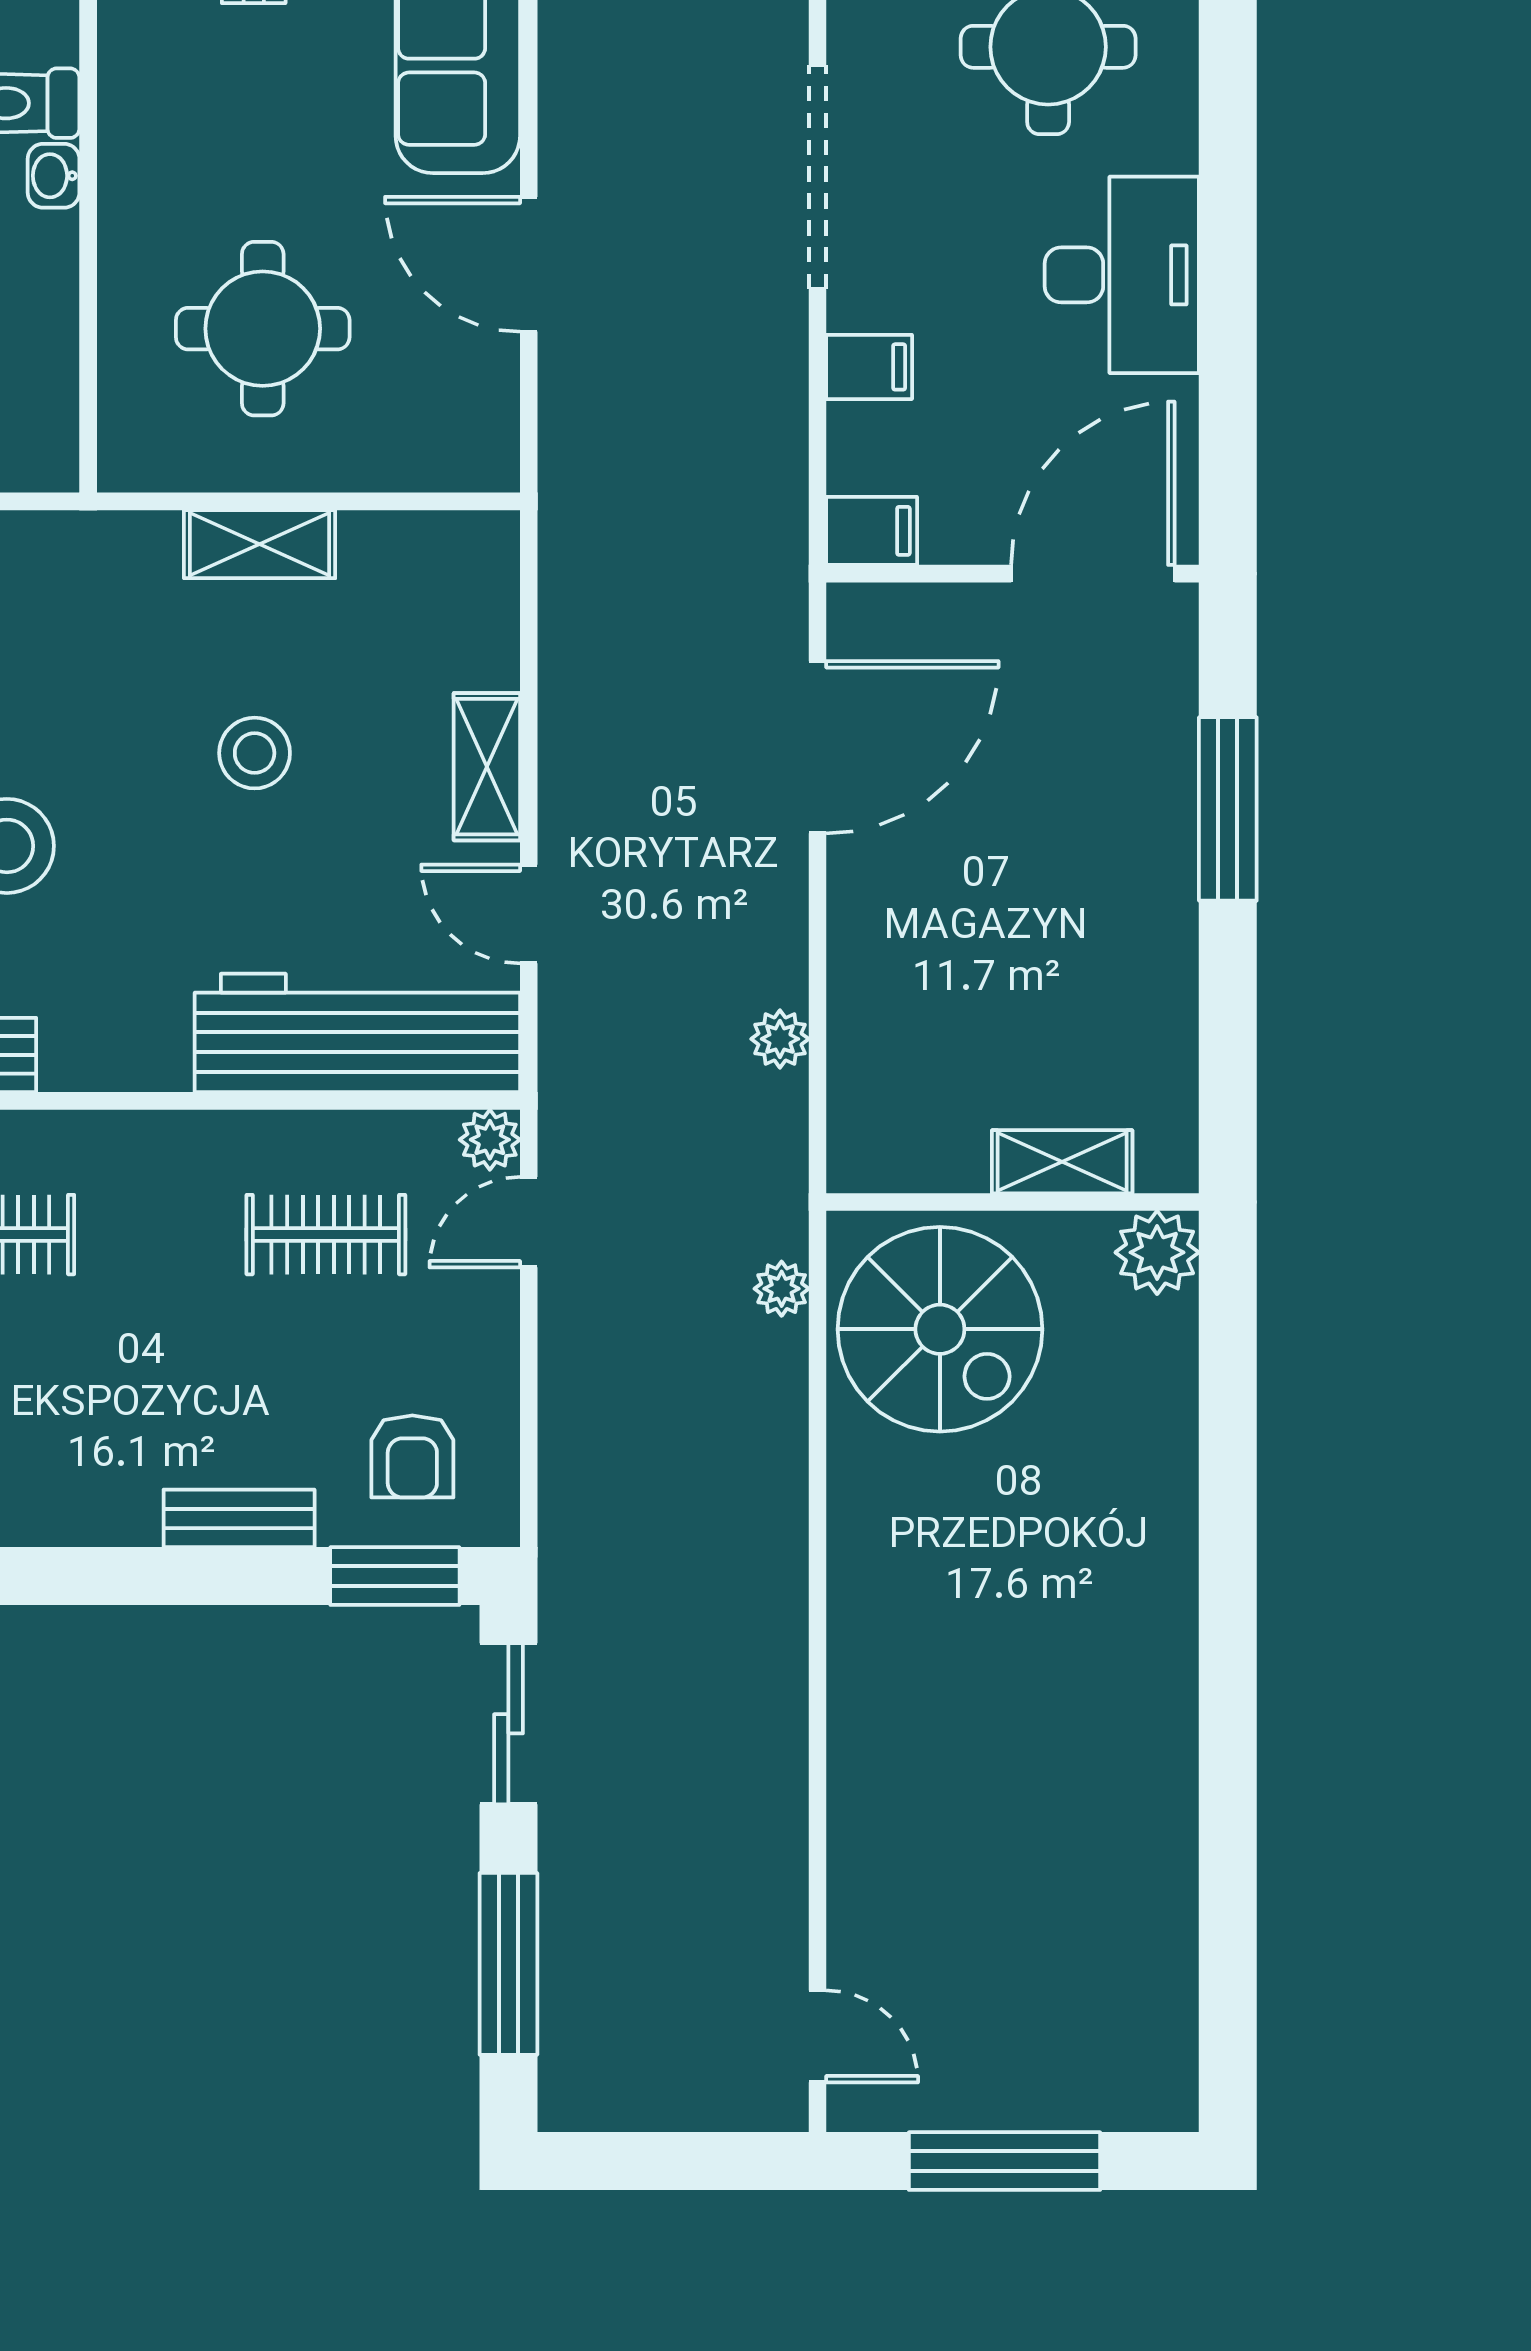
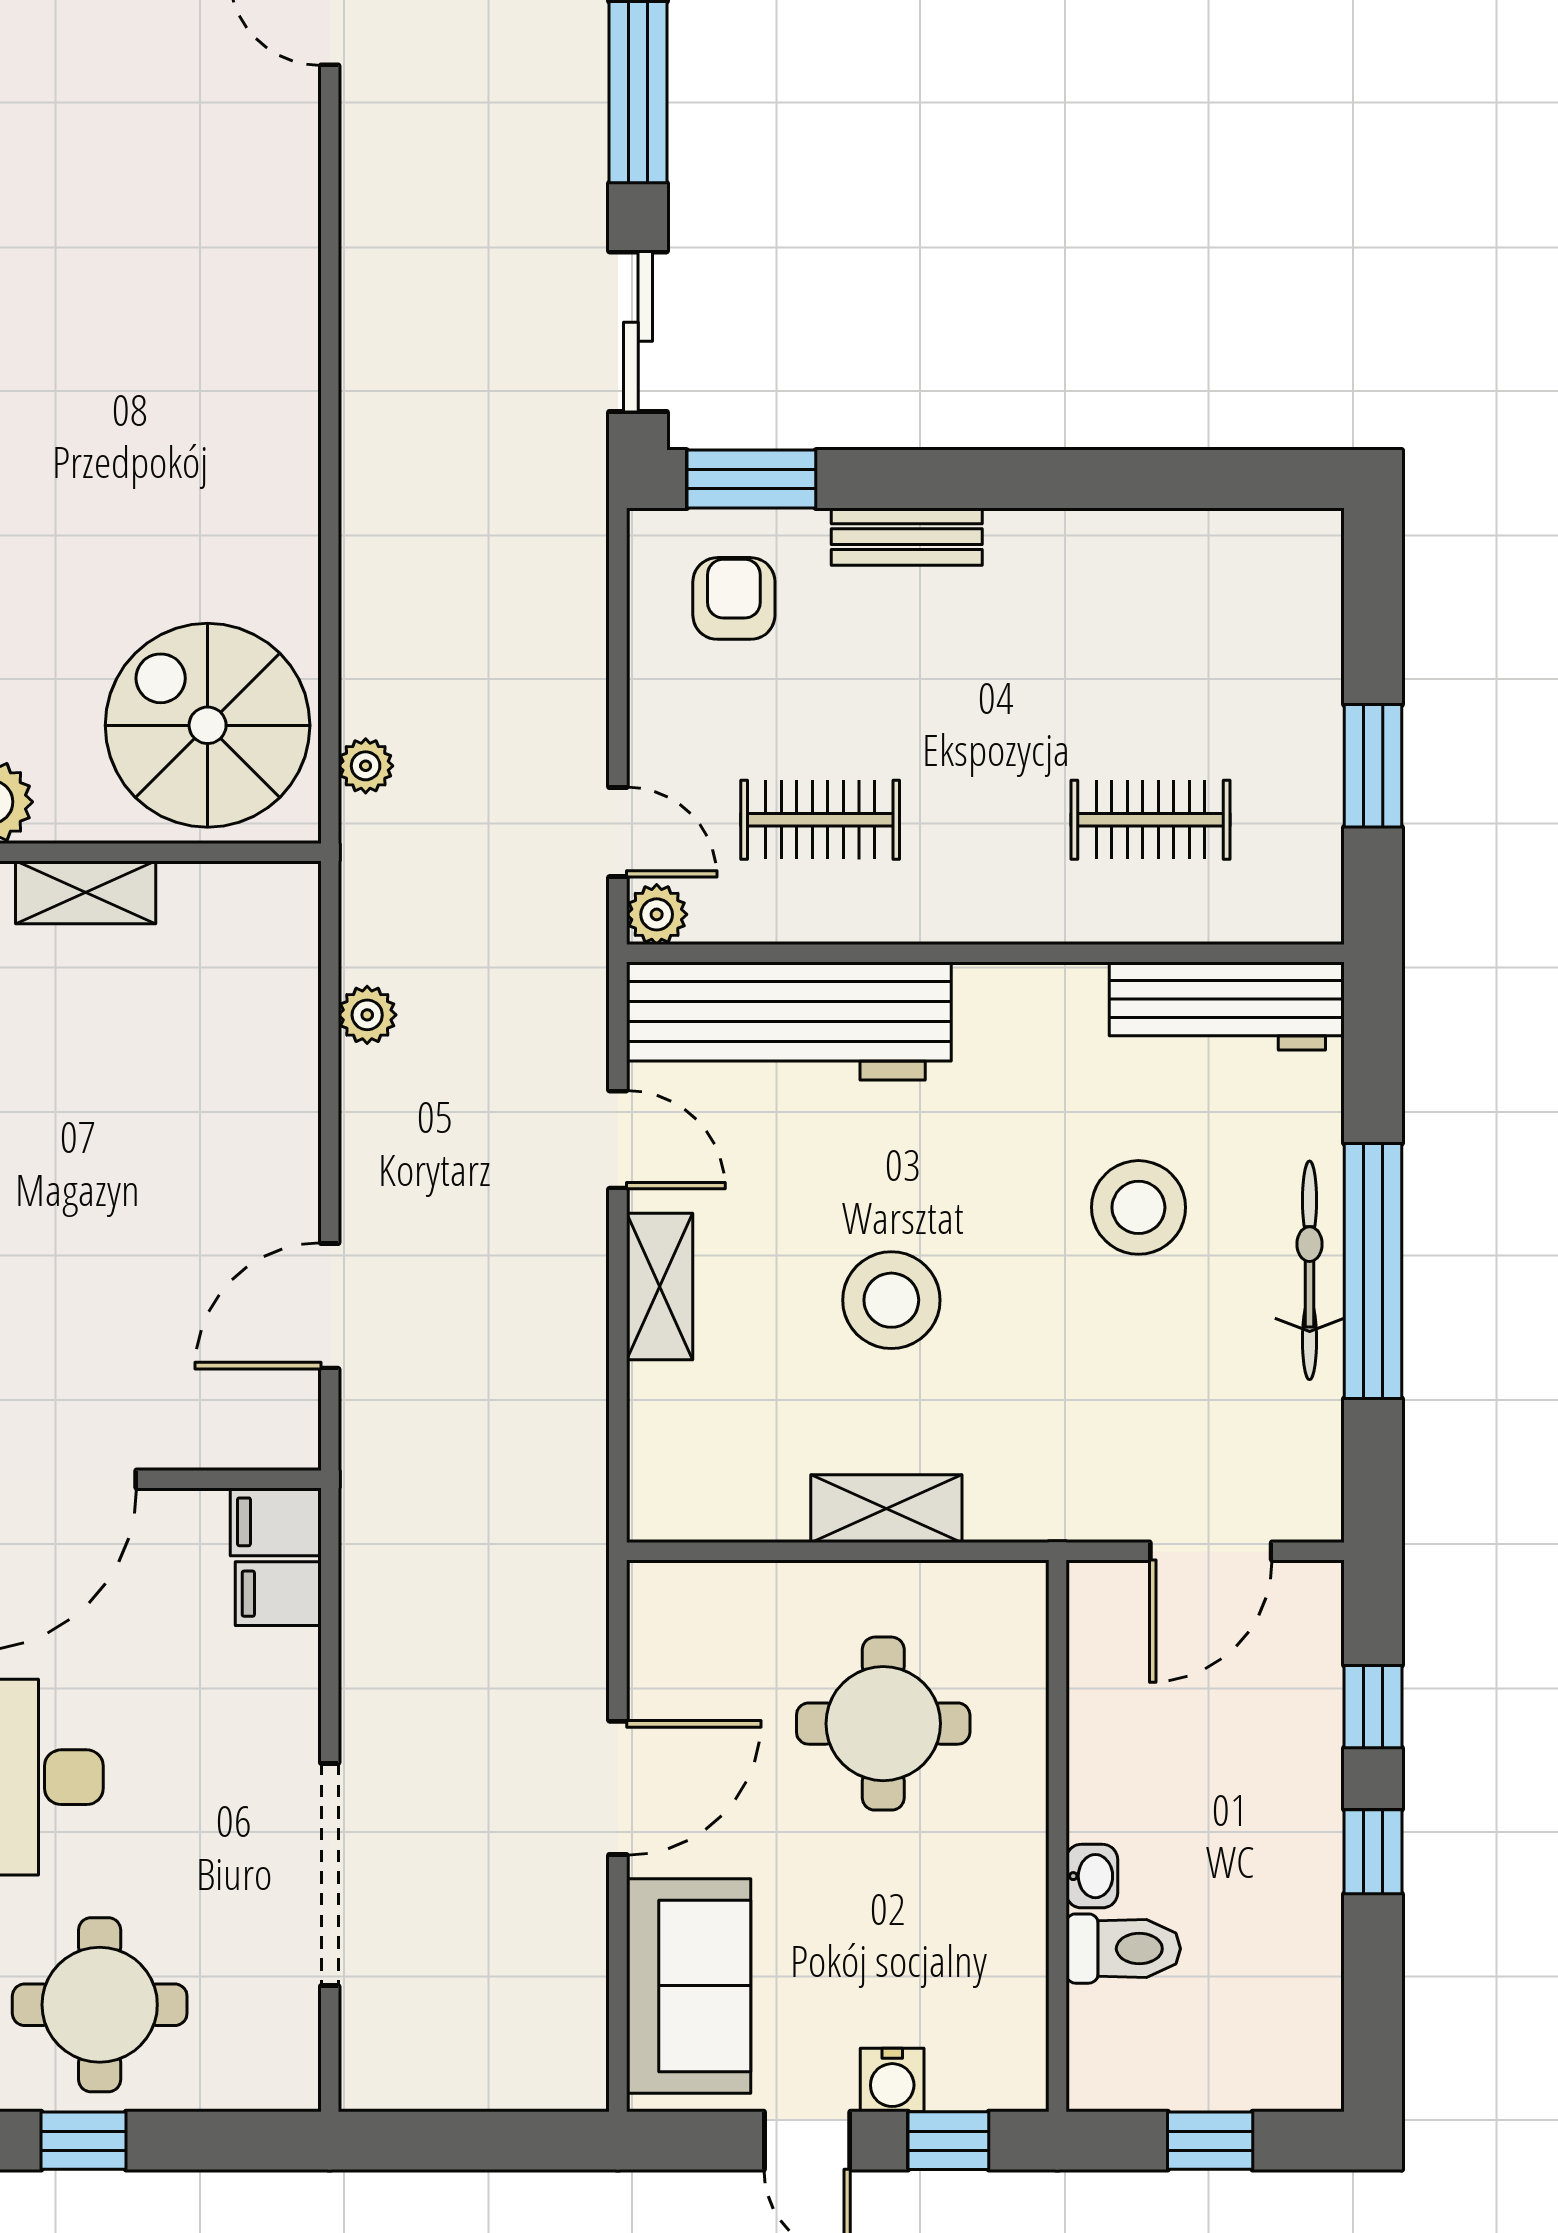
door: (529, 264) -> (618, 1788), hinge flipped
filing cabinet: (869, 367) -> (278, 1594), moved
door: (818, 747) -> (330, 1306), width x0.73
stool: (255, 753) -> (891, 1300), width x1.38, depth x1.38
door: (529, 1222) -> (618, 832), hinge flipped

